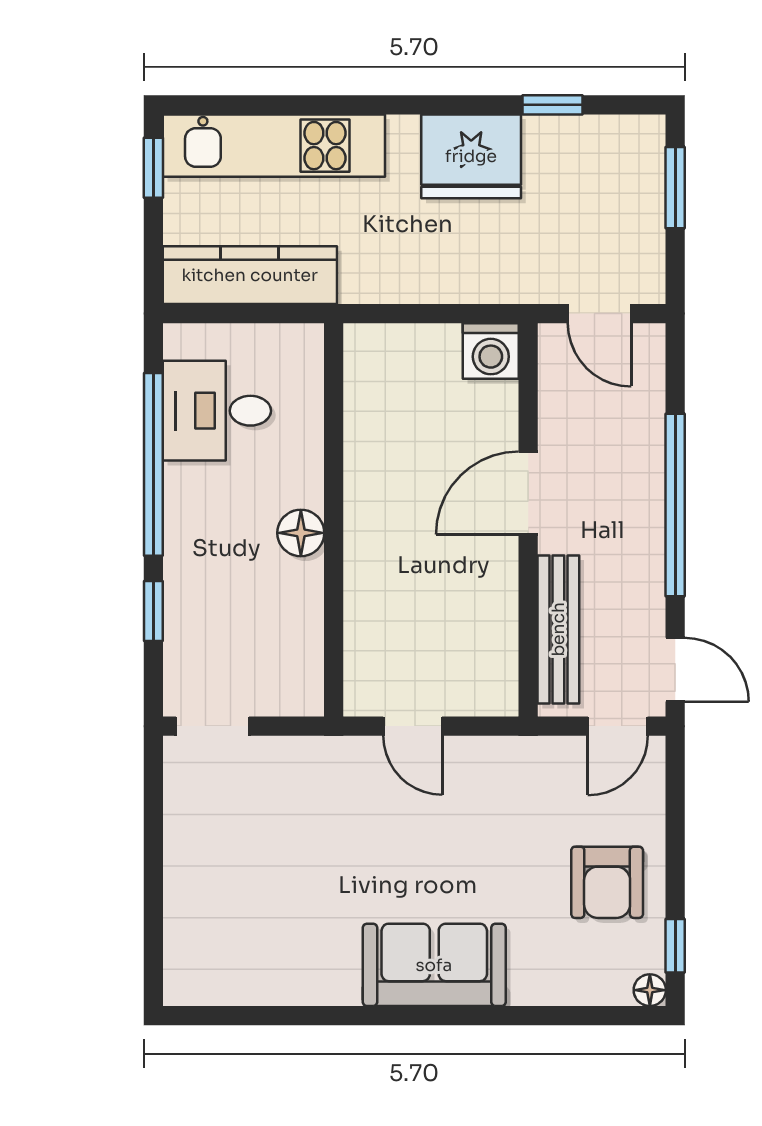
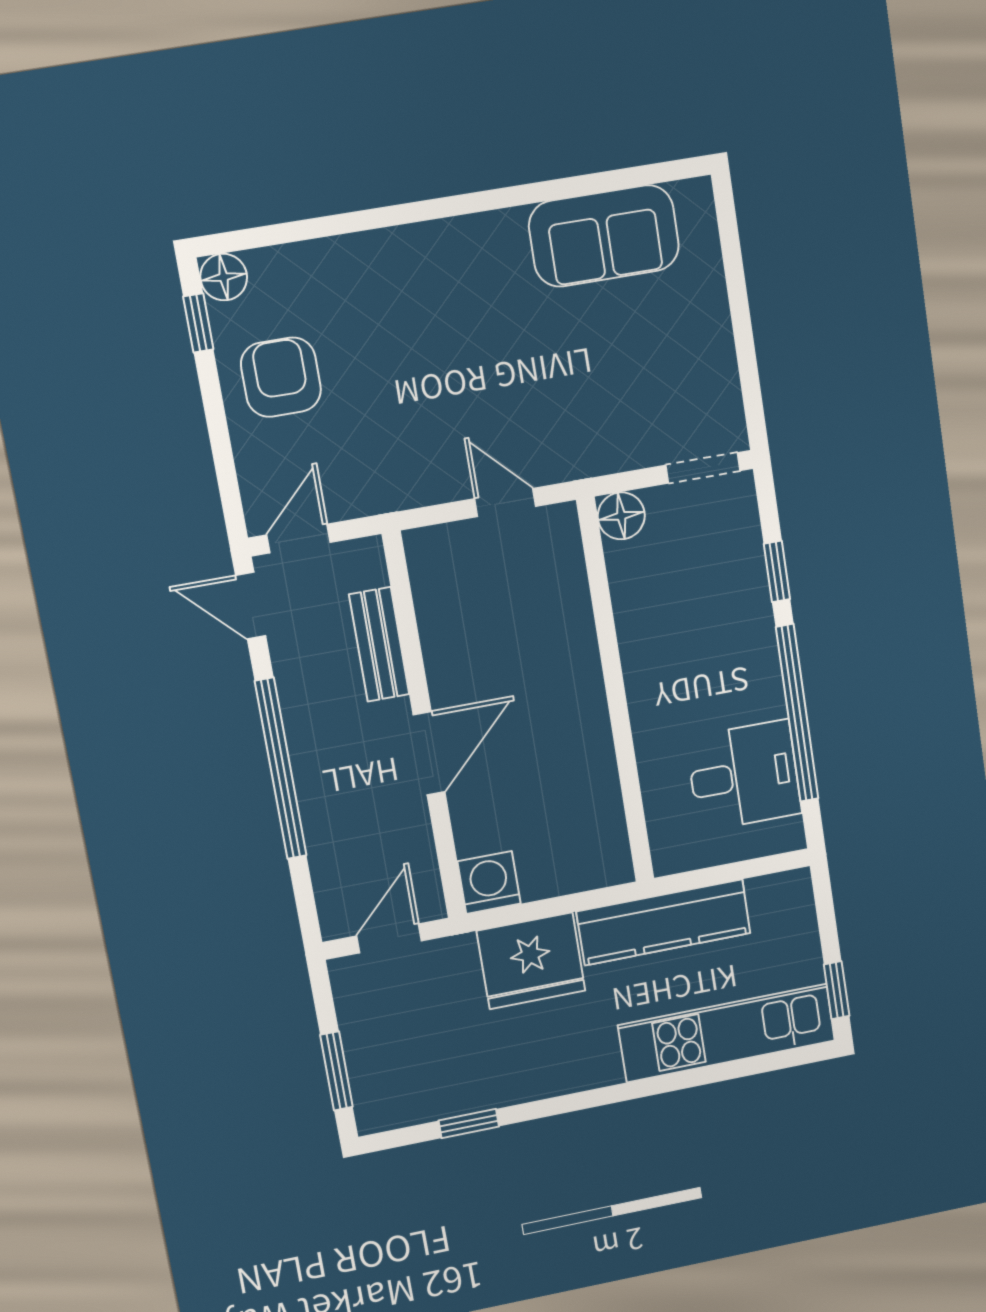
fridge: (471, 156) -> (531, 961), moved, turned 180
kitchen counter: (250, 275) -> (664, 922), moved
door: (599, 314) -> (389, 938), hinge flipped
floor lamp: (301, 533) -> (621, 516), moved
bench: (558, 629) -> (379, 644), width x0.73
sofa: (434, 965) -> (604, 236), moved
floor lamp: (650, 990) -> (224, 277), width x1.37, depth x1.37

